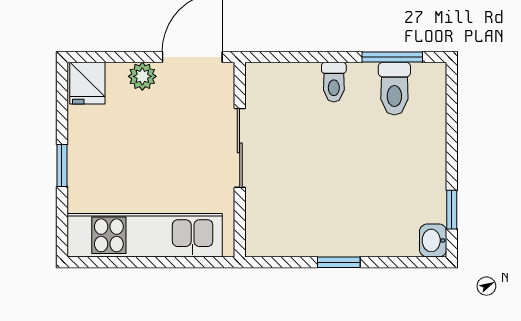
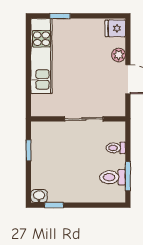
sliding door: (240, 148) -> (84, 119), moved
wall: (240, 160) -> (78, 119), moved
window: (62, 166) -> (60, 16), moved

